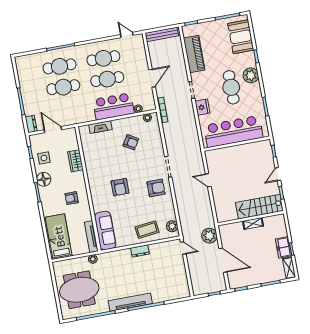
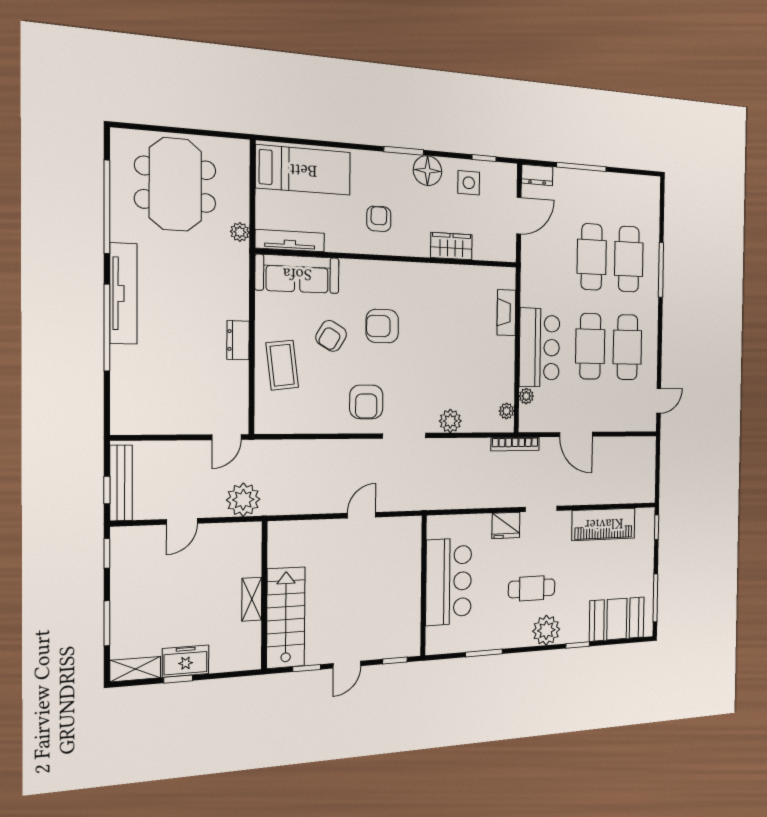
bench: (162, 34) -> (121, 483), moved
cafe table: (231, 87) -> (532, 588), width x0.73, depth x0.74
bar counter: (233, 131) -> (449, 582), width x0.73
armchair: (131, 142) -> (331, 336), moved
door: (278, 174) -> (347, 665), swing flipped
plant: (172, 226) -> (450, 421), moved
door: (223, 260) -> (182, 521), width x0.53

